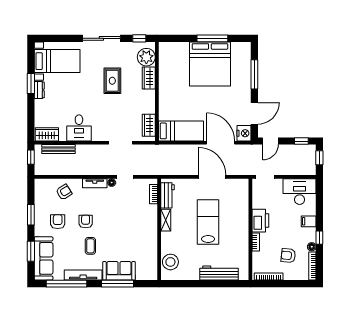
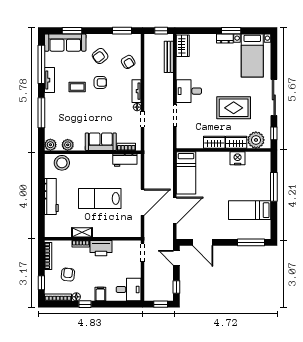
window: (212, 38) -> (274, 187), moved
bed: (210, 64) -> (250, 210), width x0.49
window: (254, 74) -> (251, 242), moved
rug: (112, 81) -> (234, 108), width x1.36, depth x1.43
wardrobe: (149, 125) -> (214, 142), moved
desk: (79, 128) -> (189, 91), moved
nightstand: (244, 133) -> (238, 158), moved, turned 180
desk: (300, 192) -> (129, 289), width x0.73
window: (31, 215) -> (122, 31), moved
shelving: (166, 220) -> (82, 232), moved
armchair: (58, 222) -> (100, 56), turned 142
lab bench: (208, 222) -> (100, 198), turned 180
plant: (151, 256) -> (68, 145), added
sofa: (119, 271) -> (101, 142), moved, turned -90
workbench: (219, 273) -> (51, 196), moved
plant: (151, 274) -> (50, 145), added
tv unit: (83, 275) -> (49, 80), width x0.71
window: (297, 284) -> (41, 283), added

